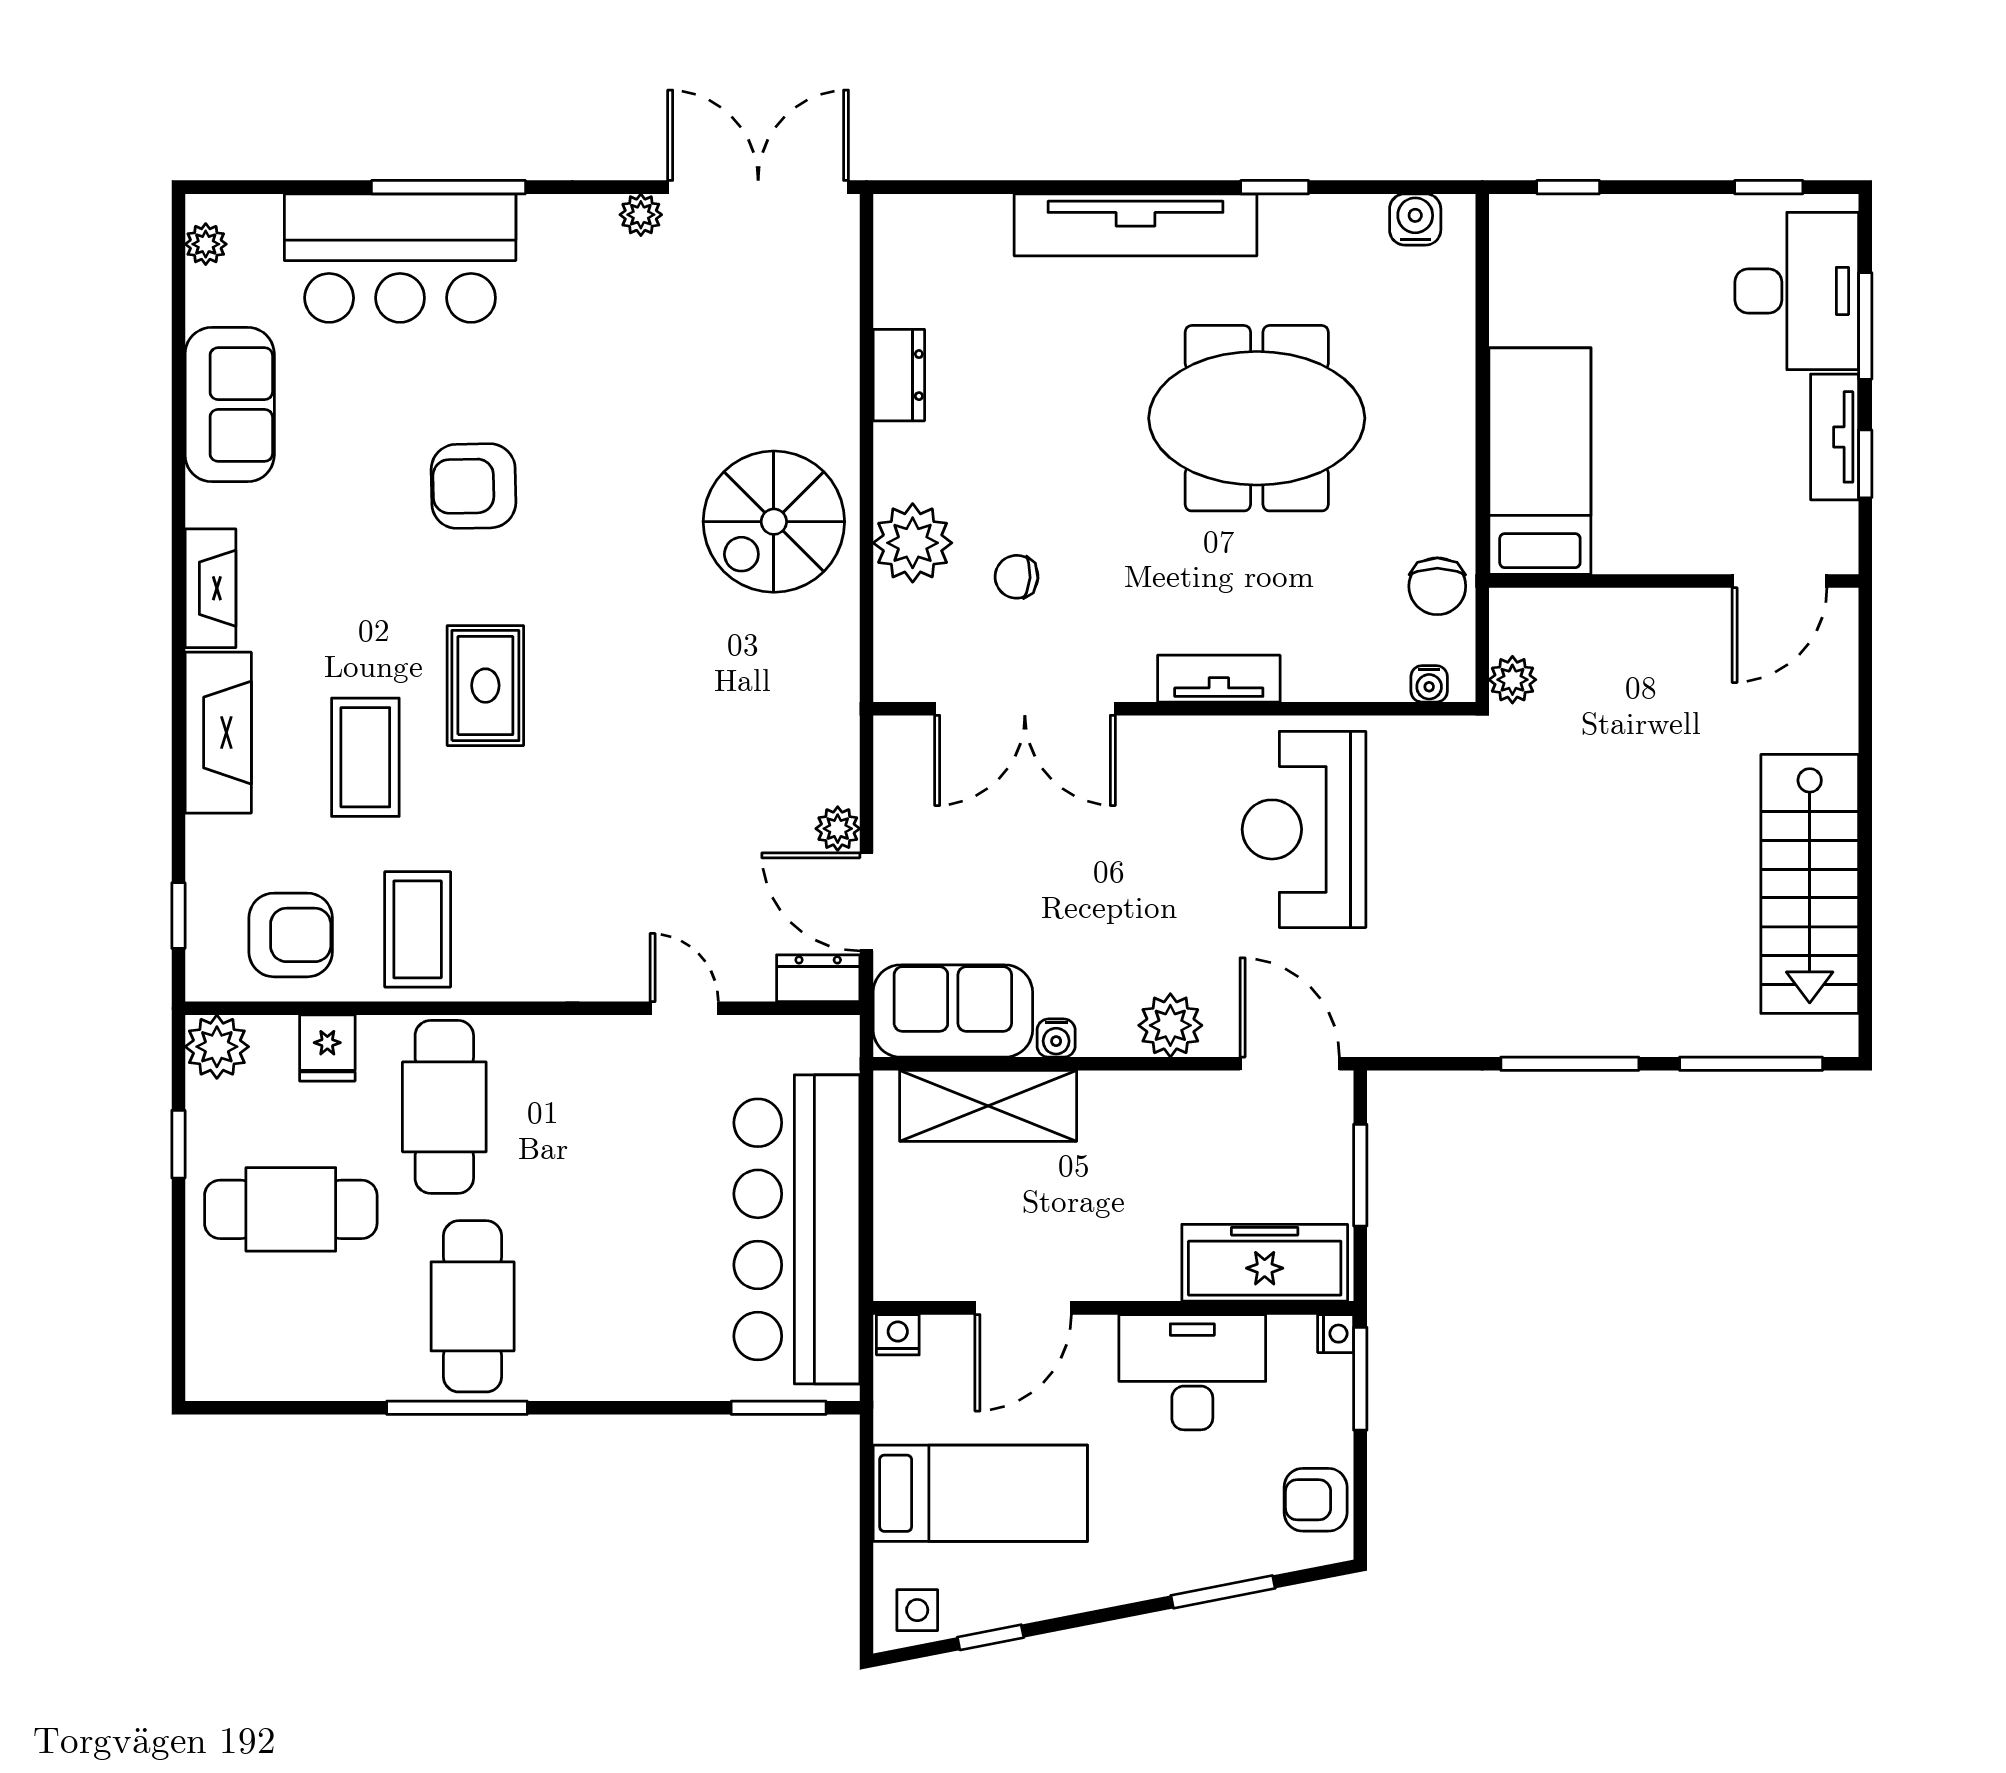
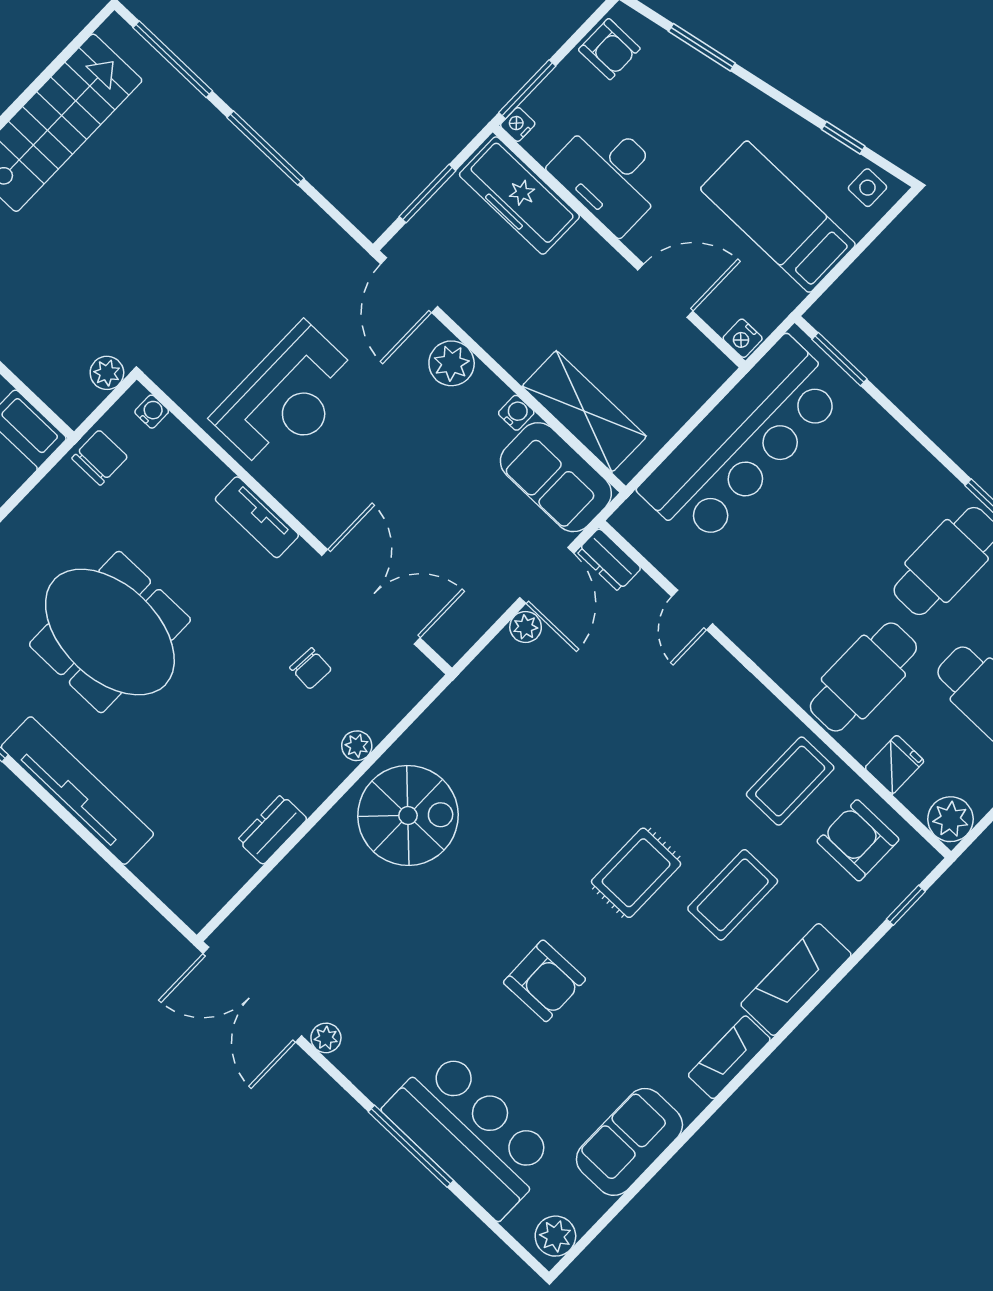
plant: (206, 244) -> (555, 1236), width x1.38, depth x1.38
plant: (913, 543) -> (357, 746), width x0.53, depth x0.53

